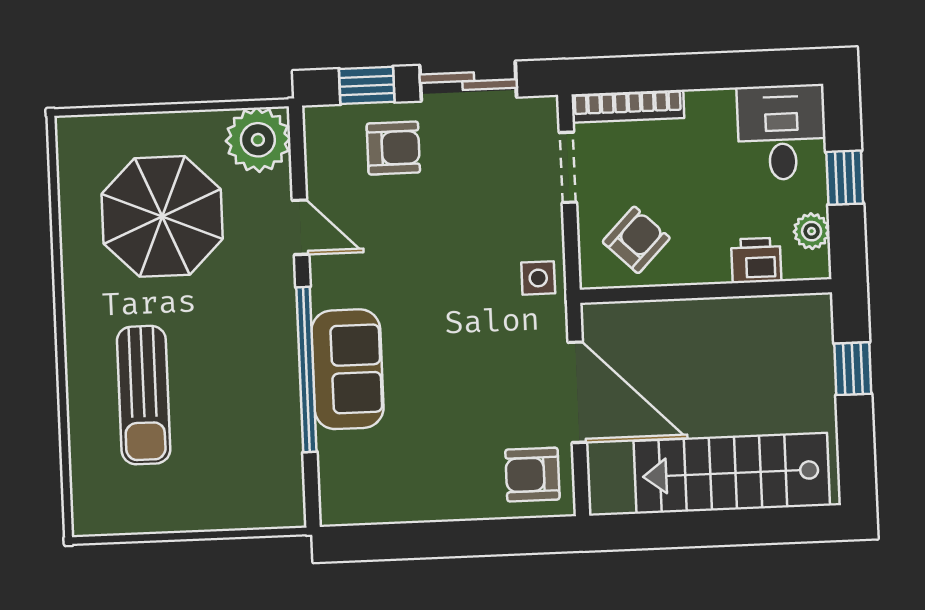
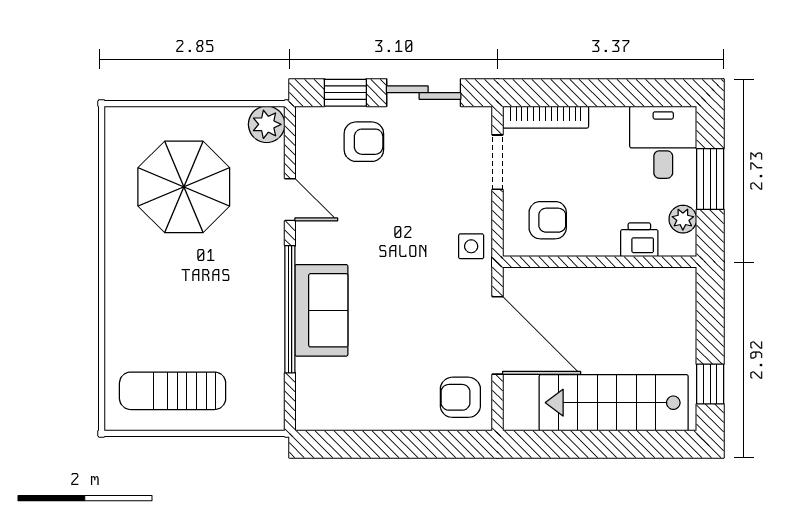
plant: (258, 140) -> (267, 124), width x0.73, depth x0.73
window: (845, 178) -> (710, 179), width x1.50
armchair: (636, 240) -> (548, 220), turned 46
window: (853, 369) -> (710, 384), moved
sun lounger: (144, 395) -> (173, 391), moved, turned 90

